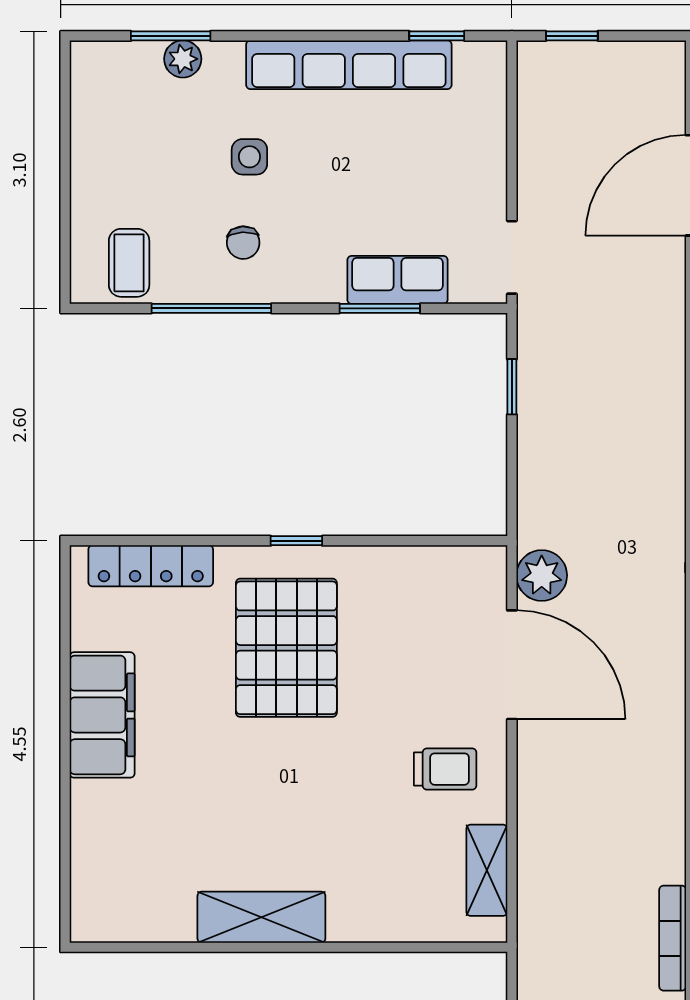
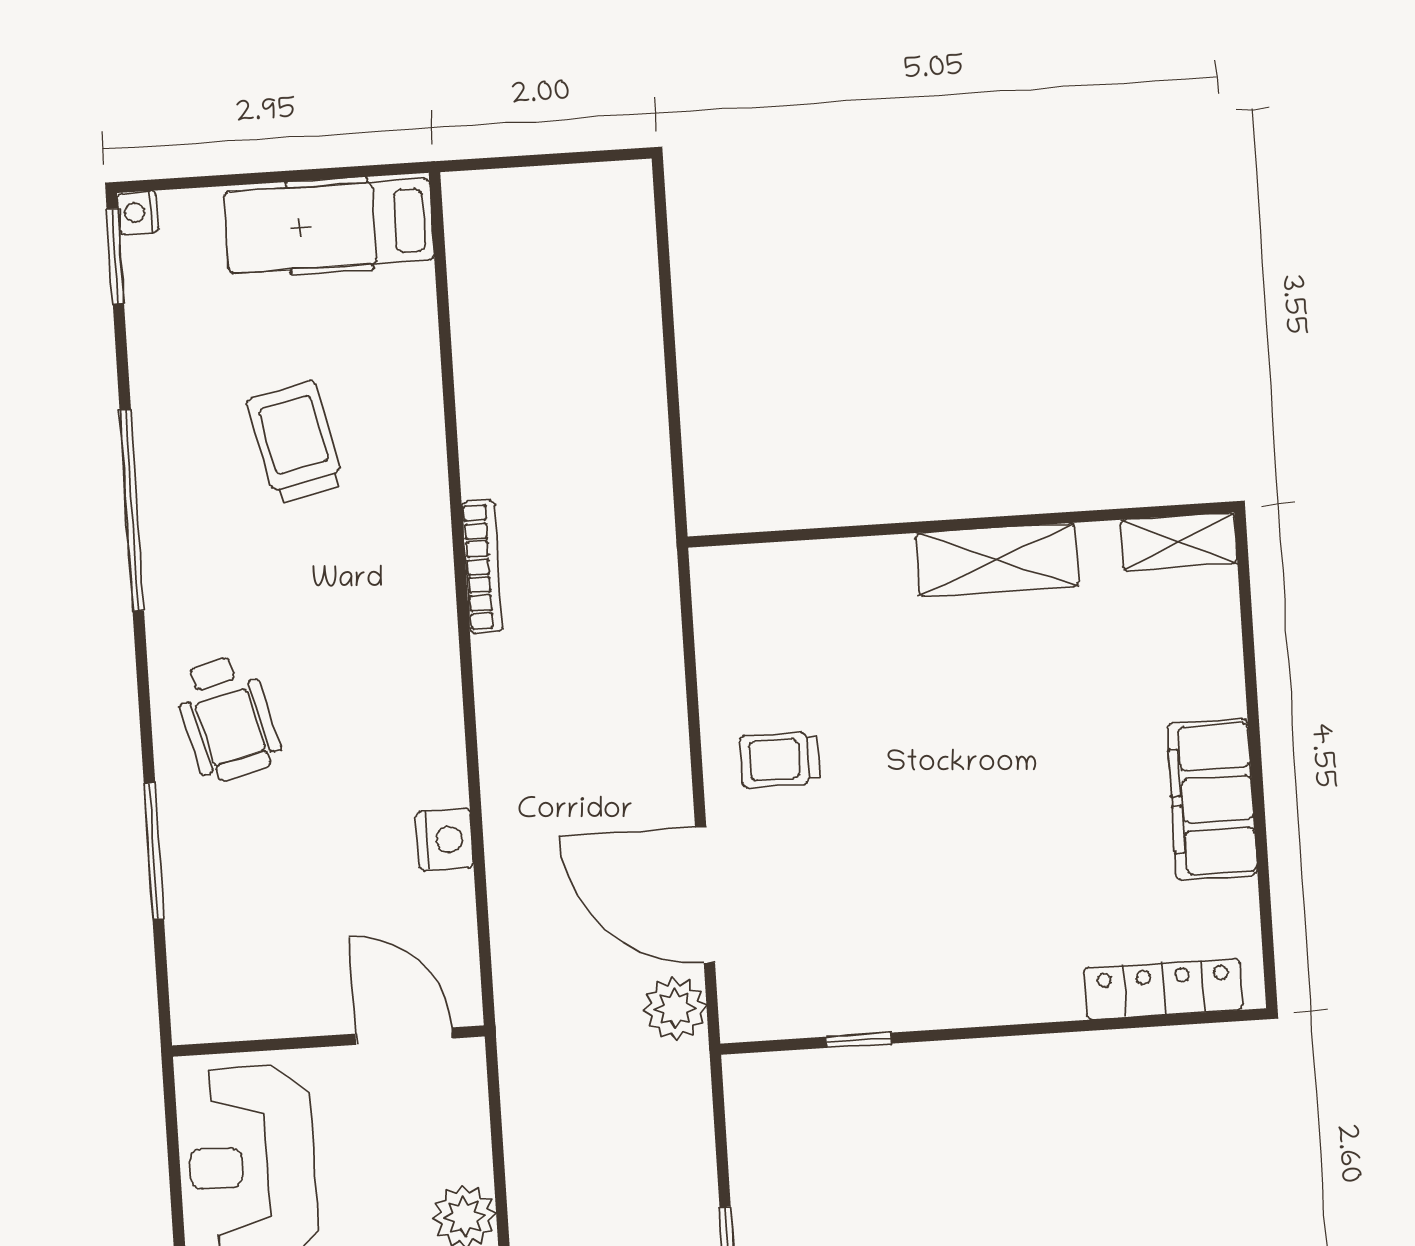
window: (296, 541) -> (859, 1040), moved
pallet: (286, 648) -> (988, 898), removed
shelving: (487, 870) -> (1179, 542), moved, turned 90

